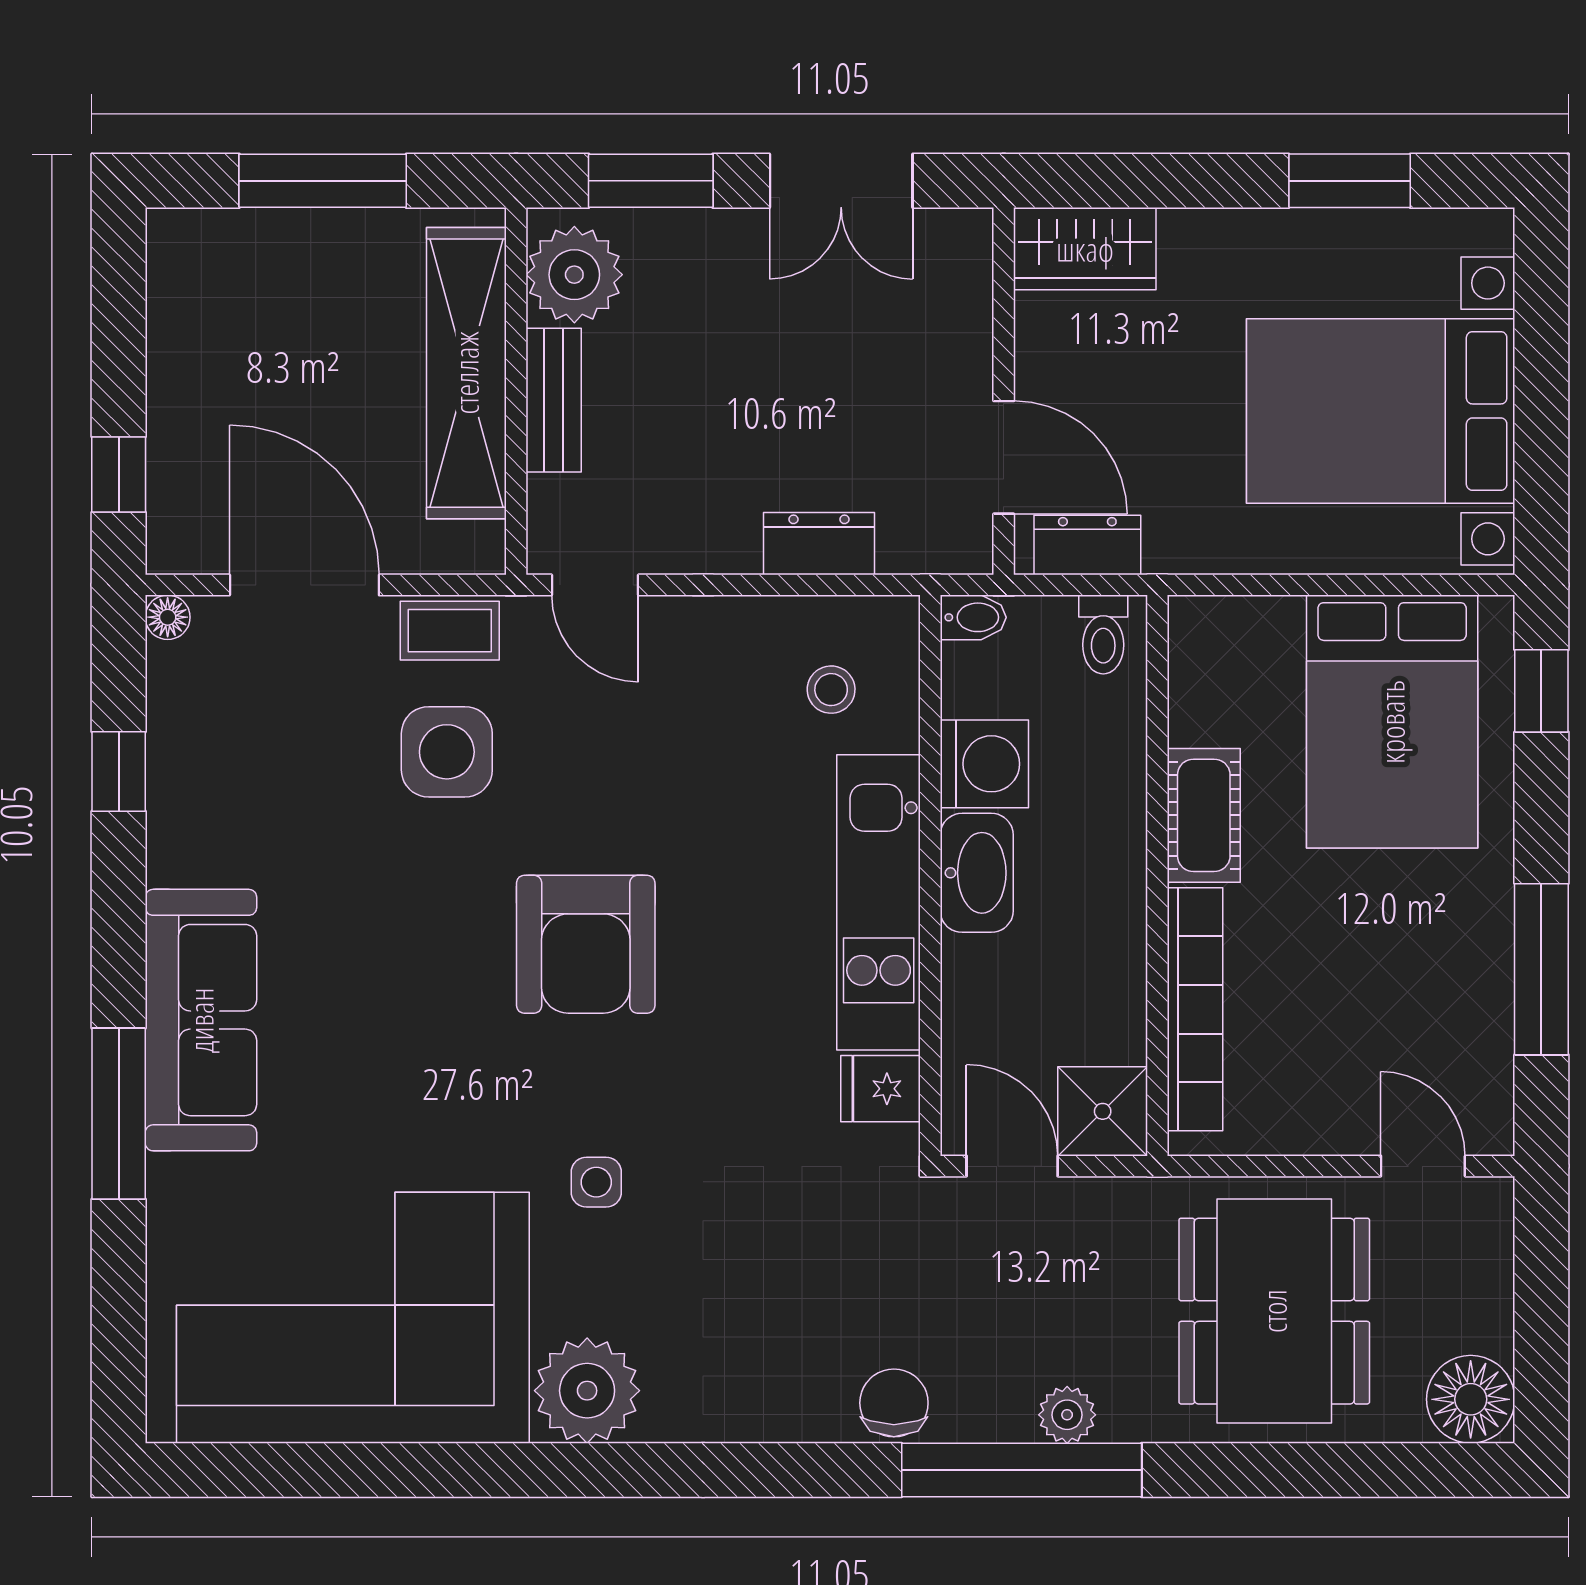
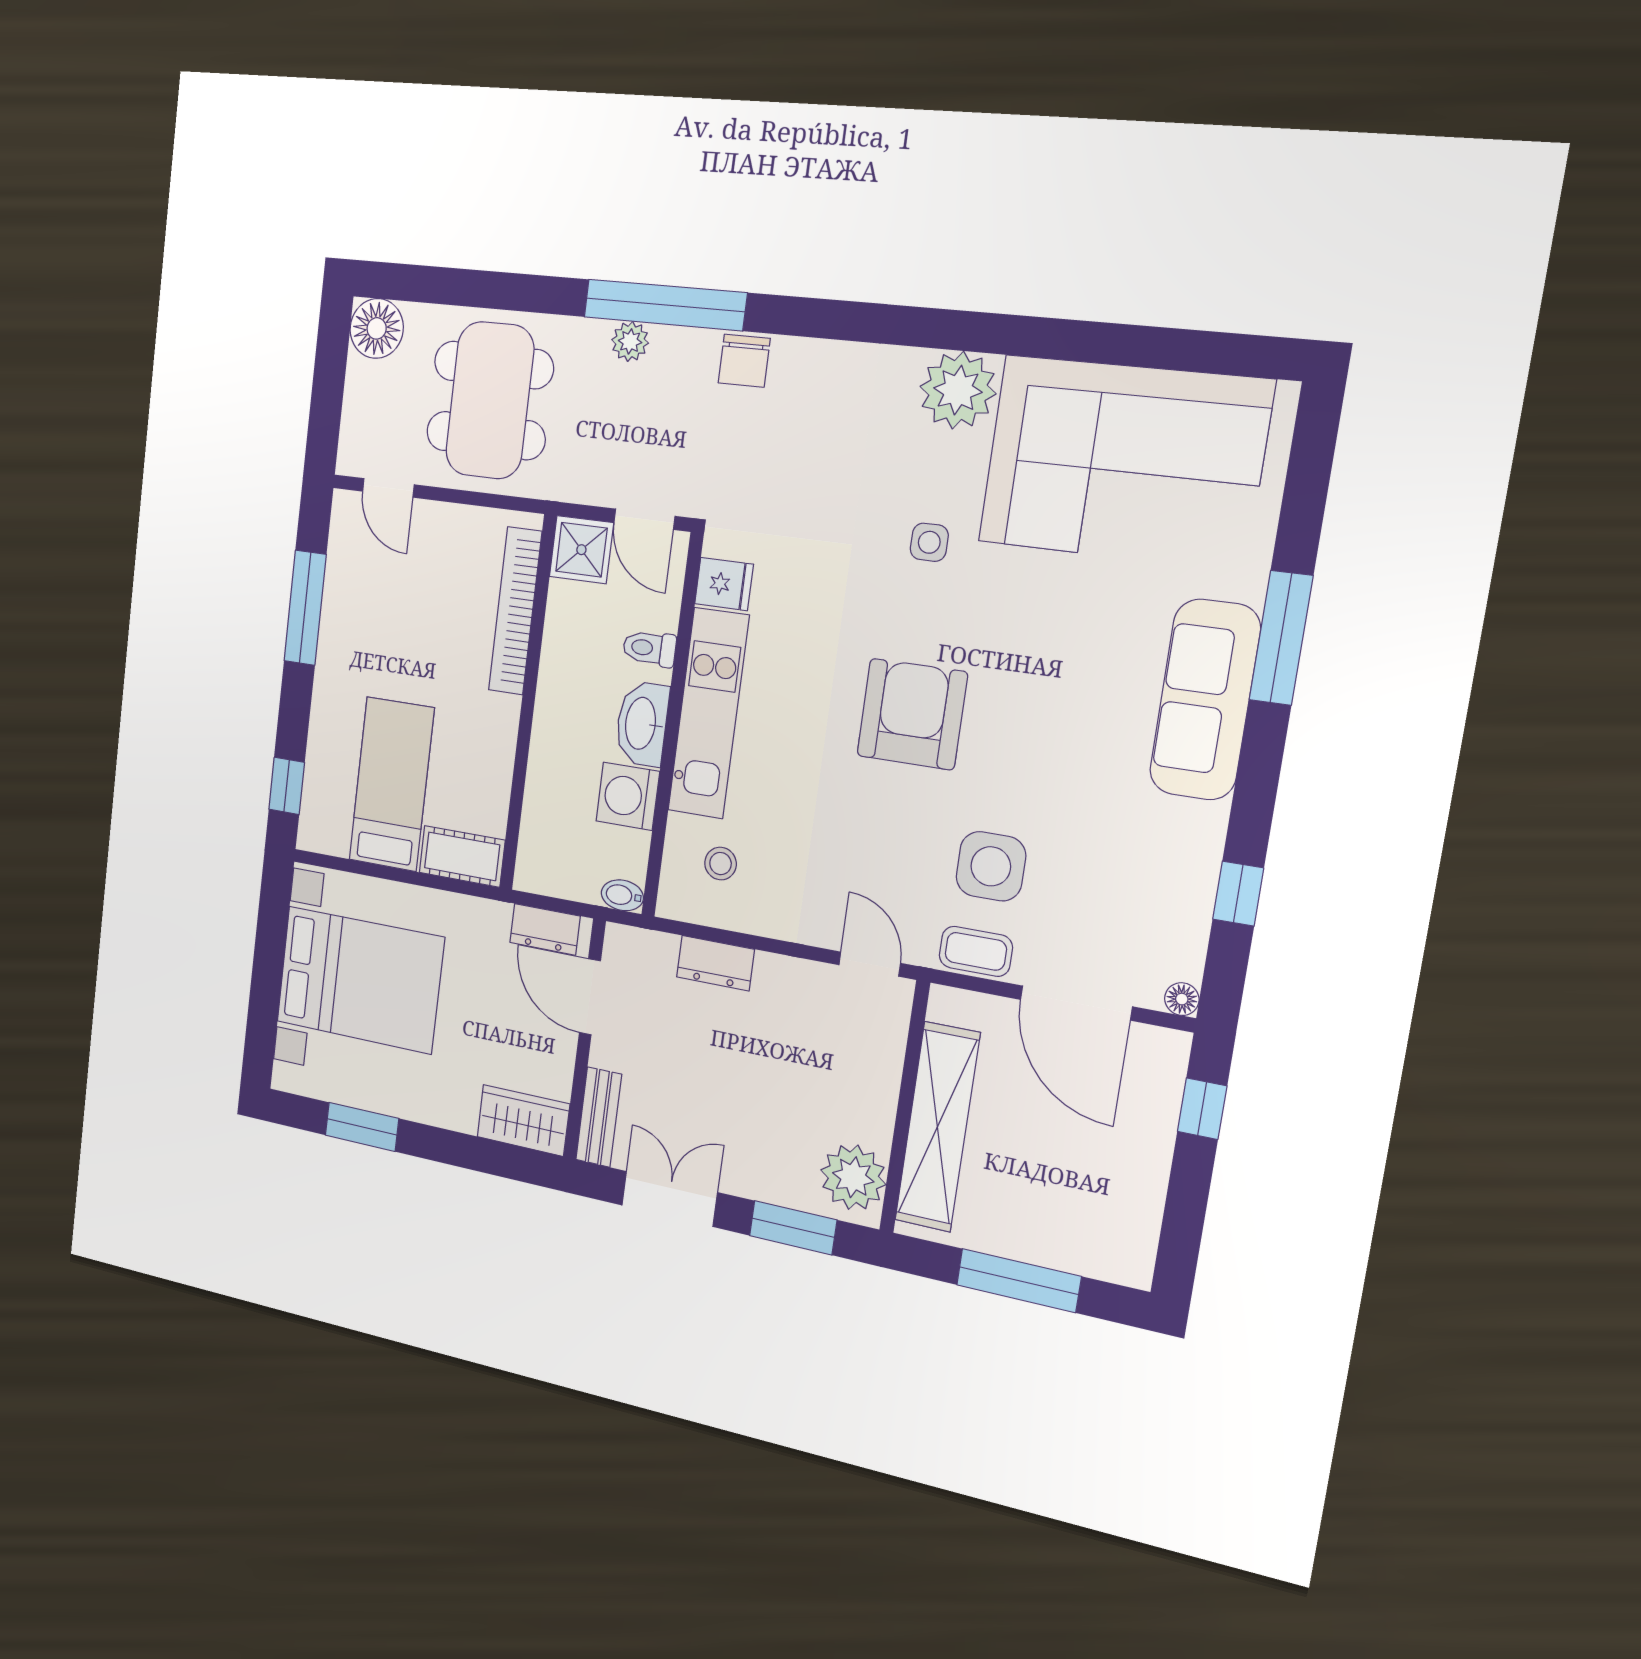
bench: (554, 400) -> (599, 1117), moved
toilet: (1103, 635) -> (649, 648), moved, turned -90
bed: (1392, 722) -> (392, 784), width x0.67
cot: (1204, 815) -> (462, 856), moved, turned 90

